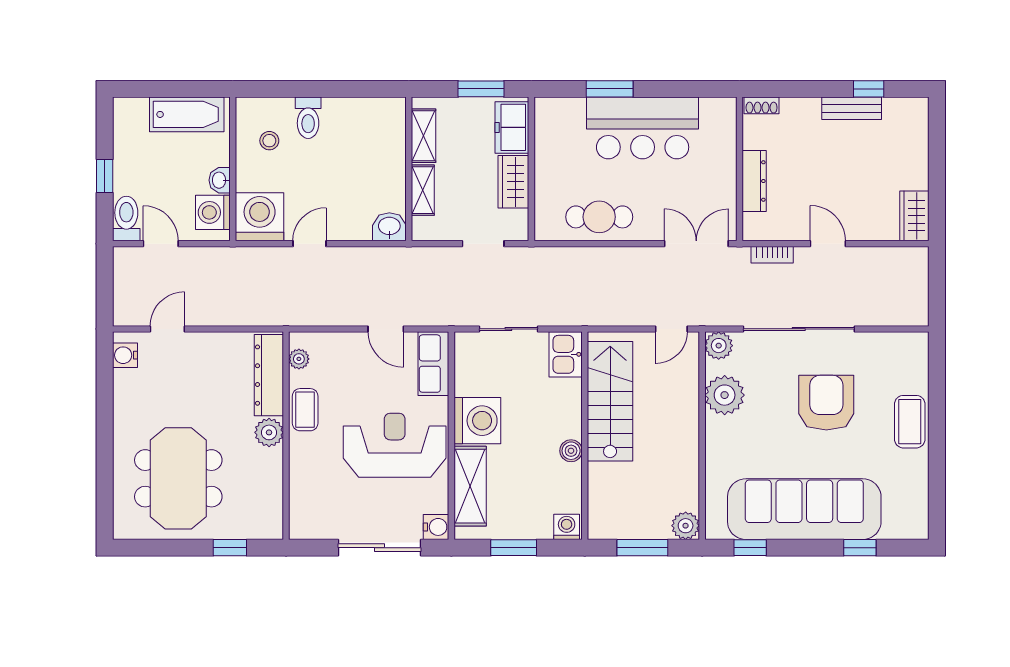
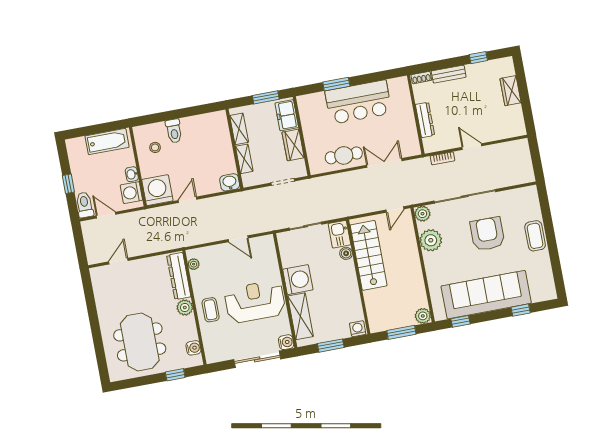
bench: (852, 108) -> (449, 74), moved
wardrobe: (914, 216) -> (510, 91), moved
double door: (696, 244) -> (384, 163), moved
water cooler: (125, 355) -> (193, 348), moved, turned 180
row of seats: (433, 364) -> (268, 253), removed
coffee table: (305, 410) -> (211, 310), moved
boiler: (571, 451) -> (346, 253), moved

